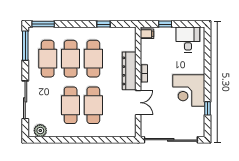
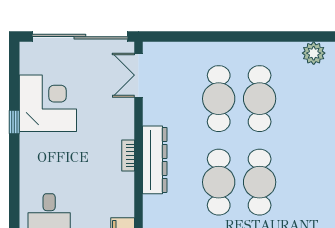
cafe table: (48, 59) -> (300, 182), removed
corner desk: (189, 90) -> (48, 103), moved
double door: (138, 103) -> (138, 75), moved
window: (207, 108) -> (14, 122), moved

